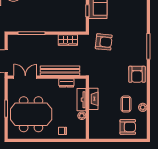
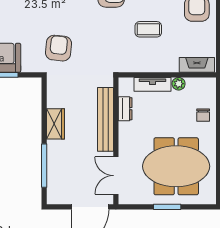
wardrobe: (68, 40) -> (55, 124), moved
fireplace: (93, 99) -> (197, 65), moved
coffee table: (126, 104) -> (148, 29), moved
meeting table: (31, 114) -> (176, 166), turned 90

